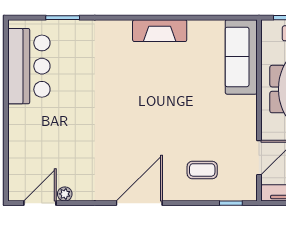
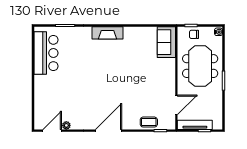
fireplace: (160, 31) -> (108, 33), moved
sofa: (241, 57) -> (166, 42), width x0.73
coffee table: (202, 170) -> (149, 122), moved

